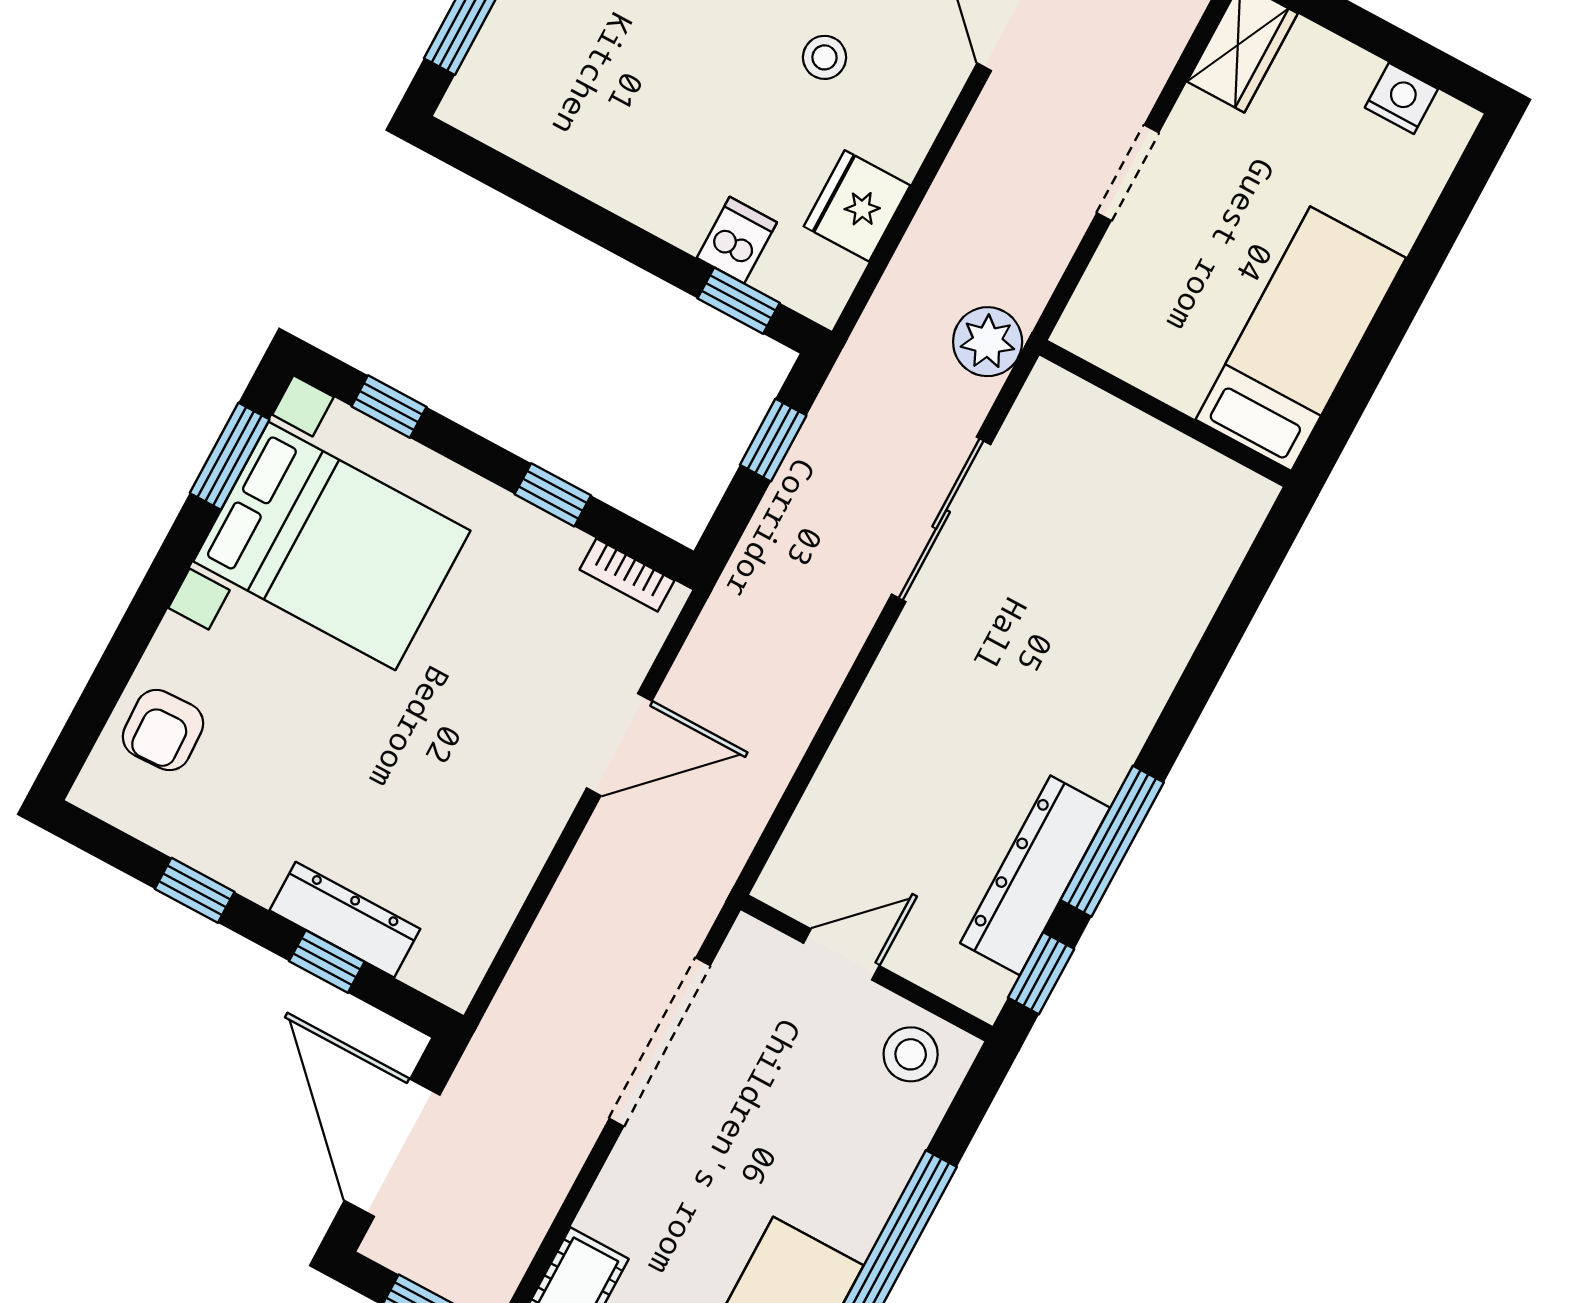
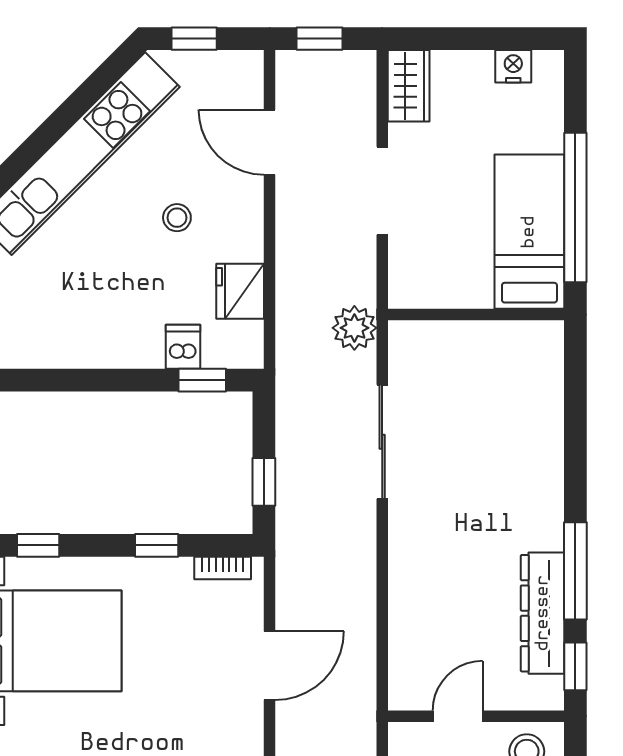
doorway: (1128, 173) -> (382, 191), width x1.38
window: (1382, 340) -> (575, 207), added
window: (773, 440) -> (264, 482), moved

